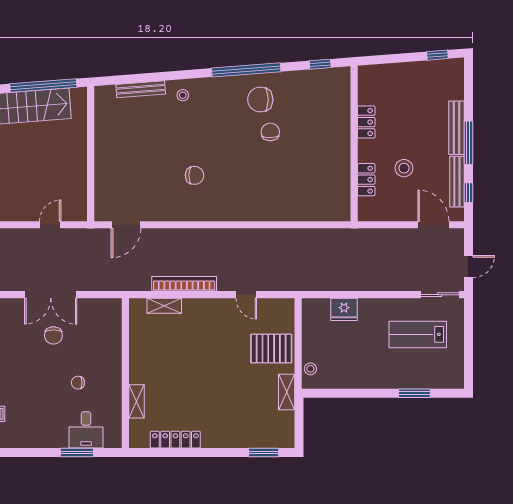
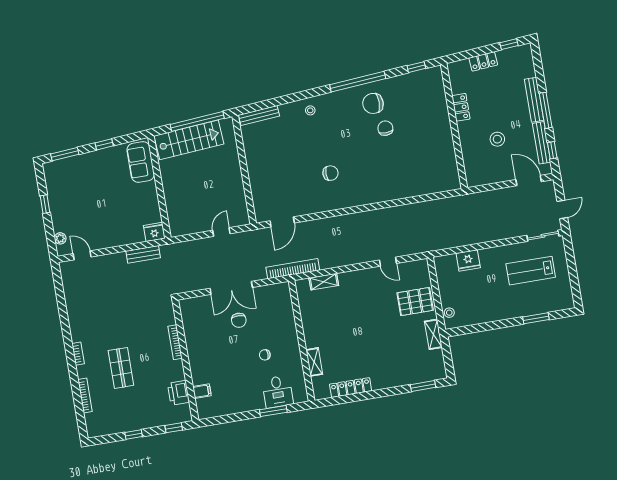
bench: (141, 89) -> (259, 115), moved
locker: (366, 180) -> (483, 61), moved, turned 86
bookcase: (184, 284) -> (293, 269), moved

